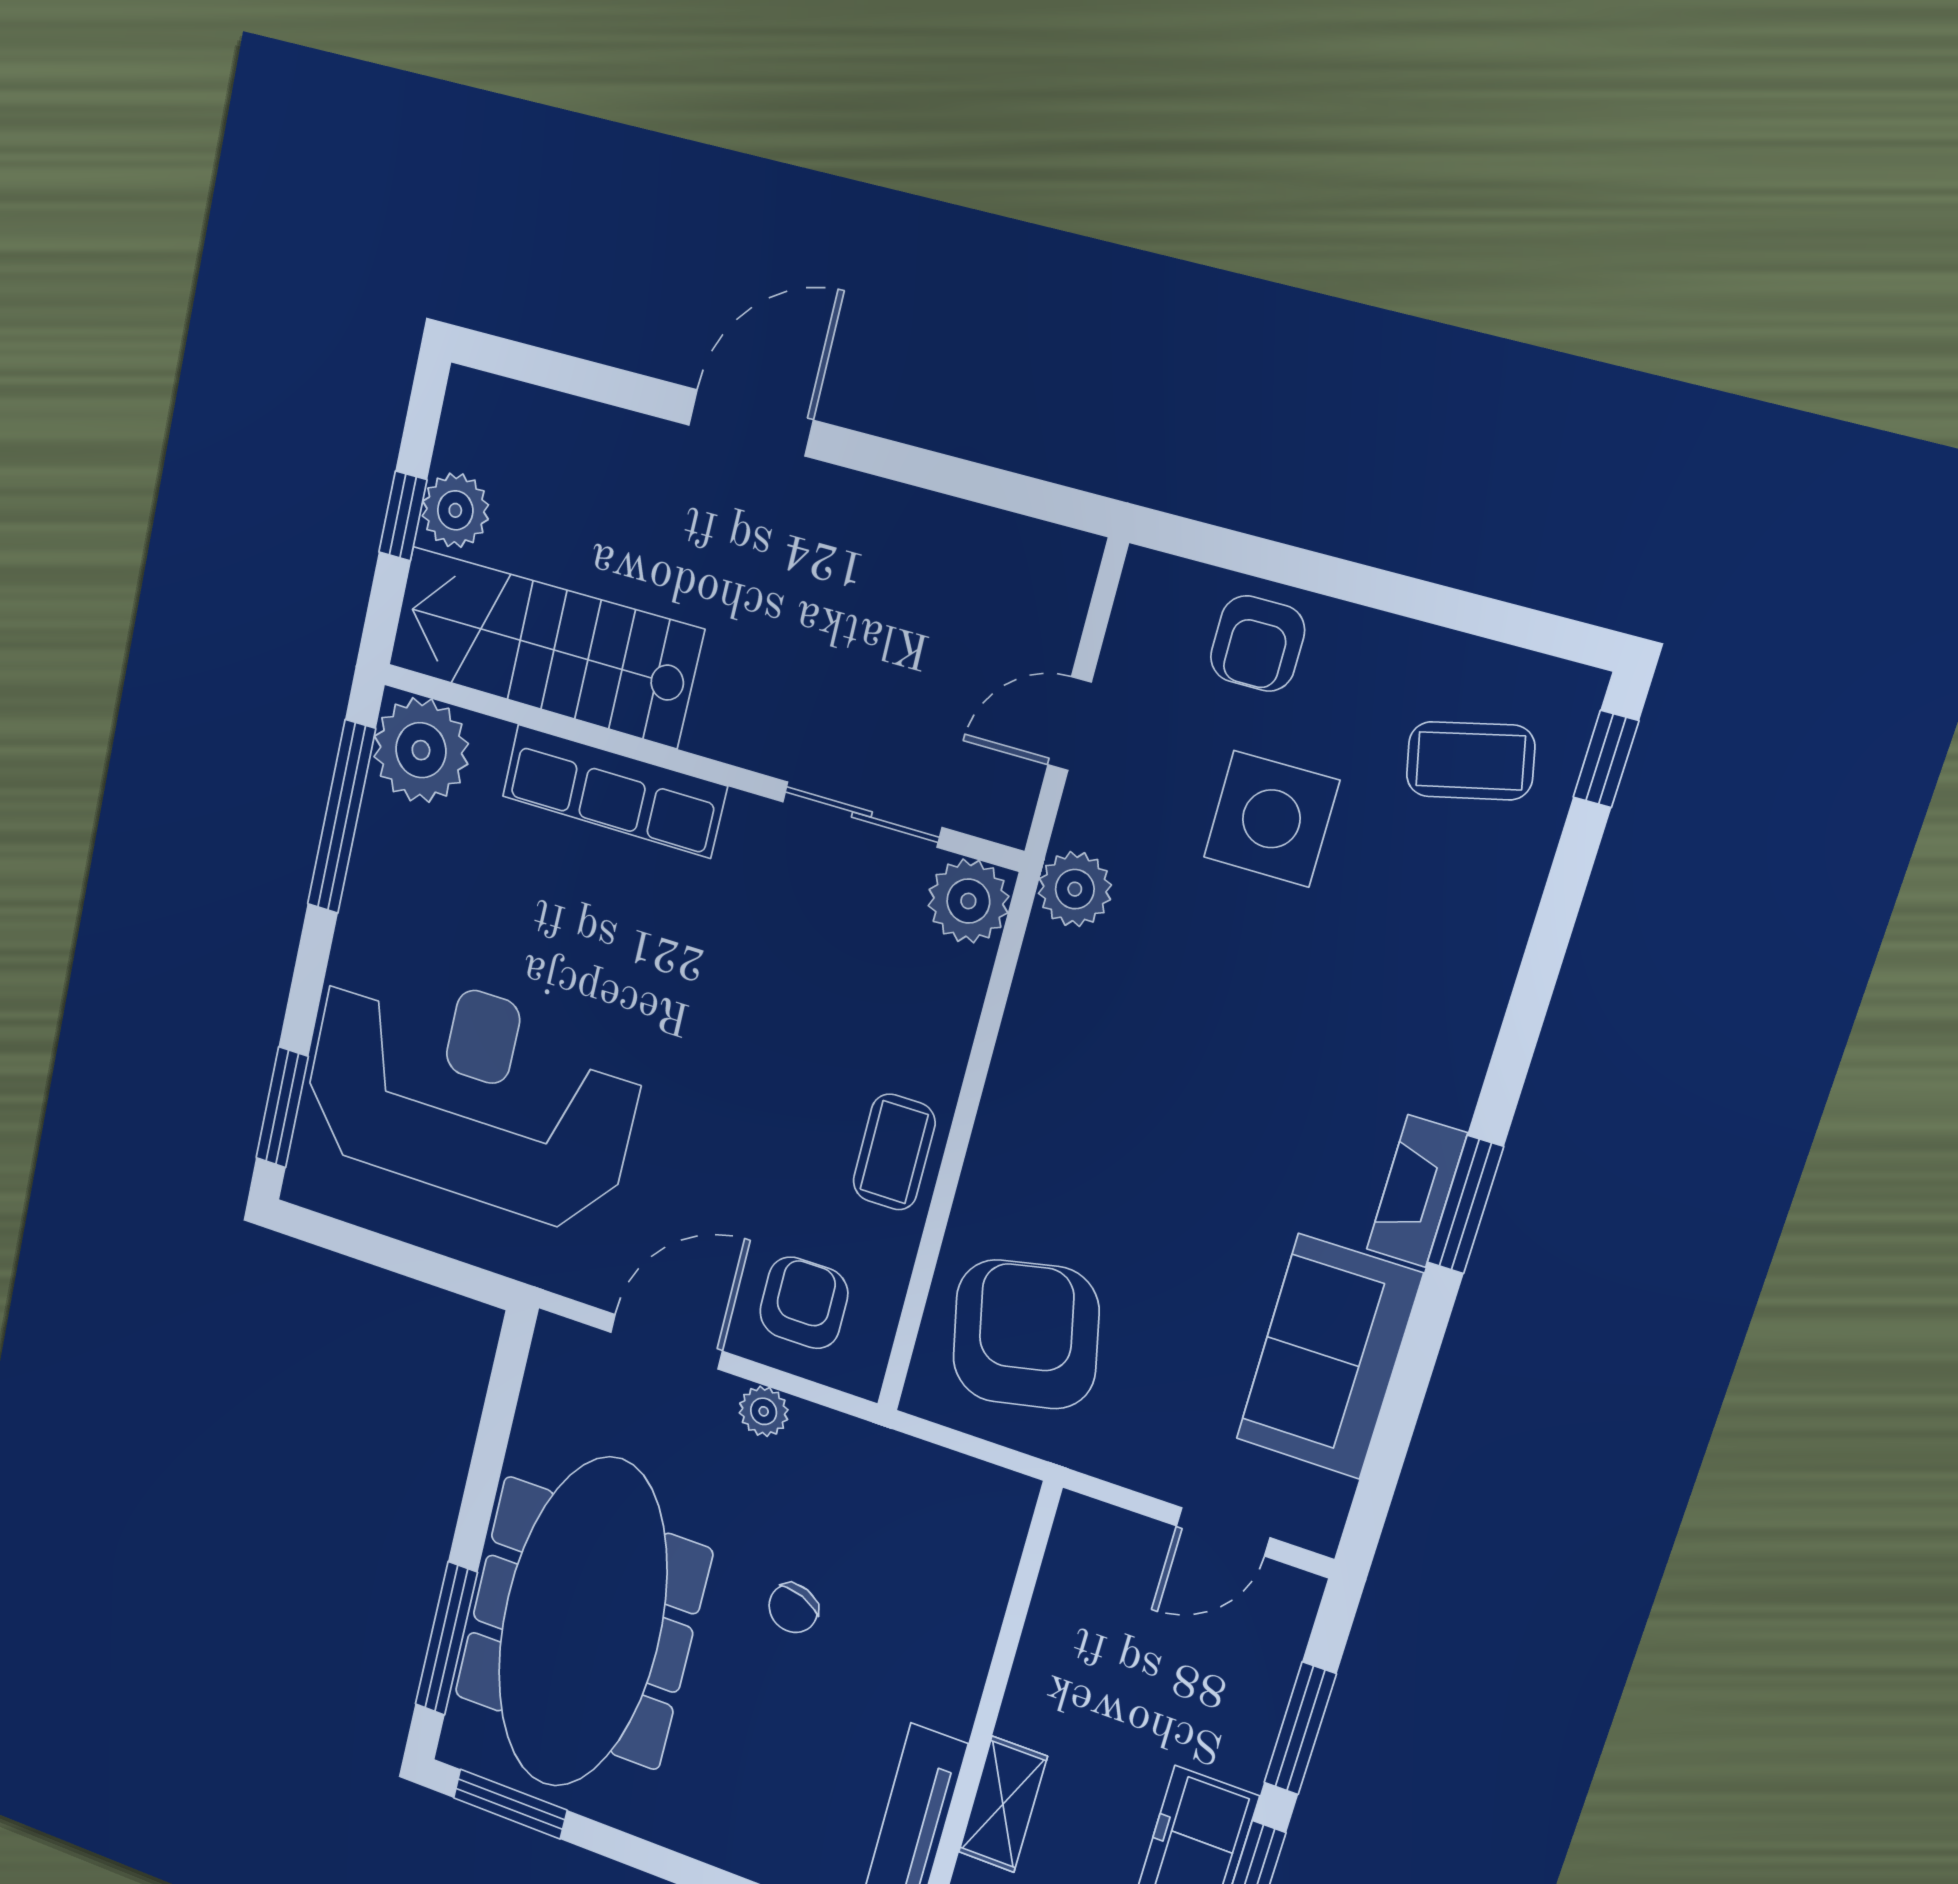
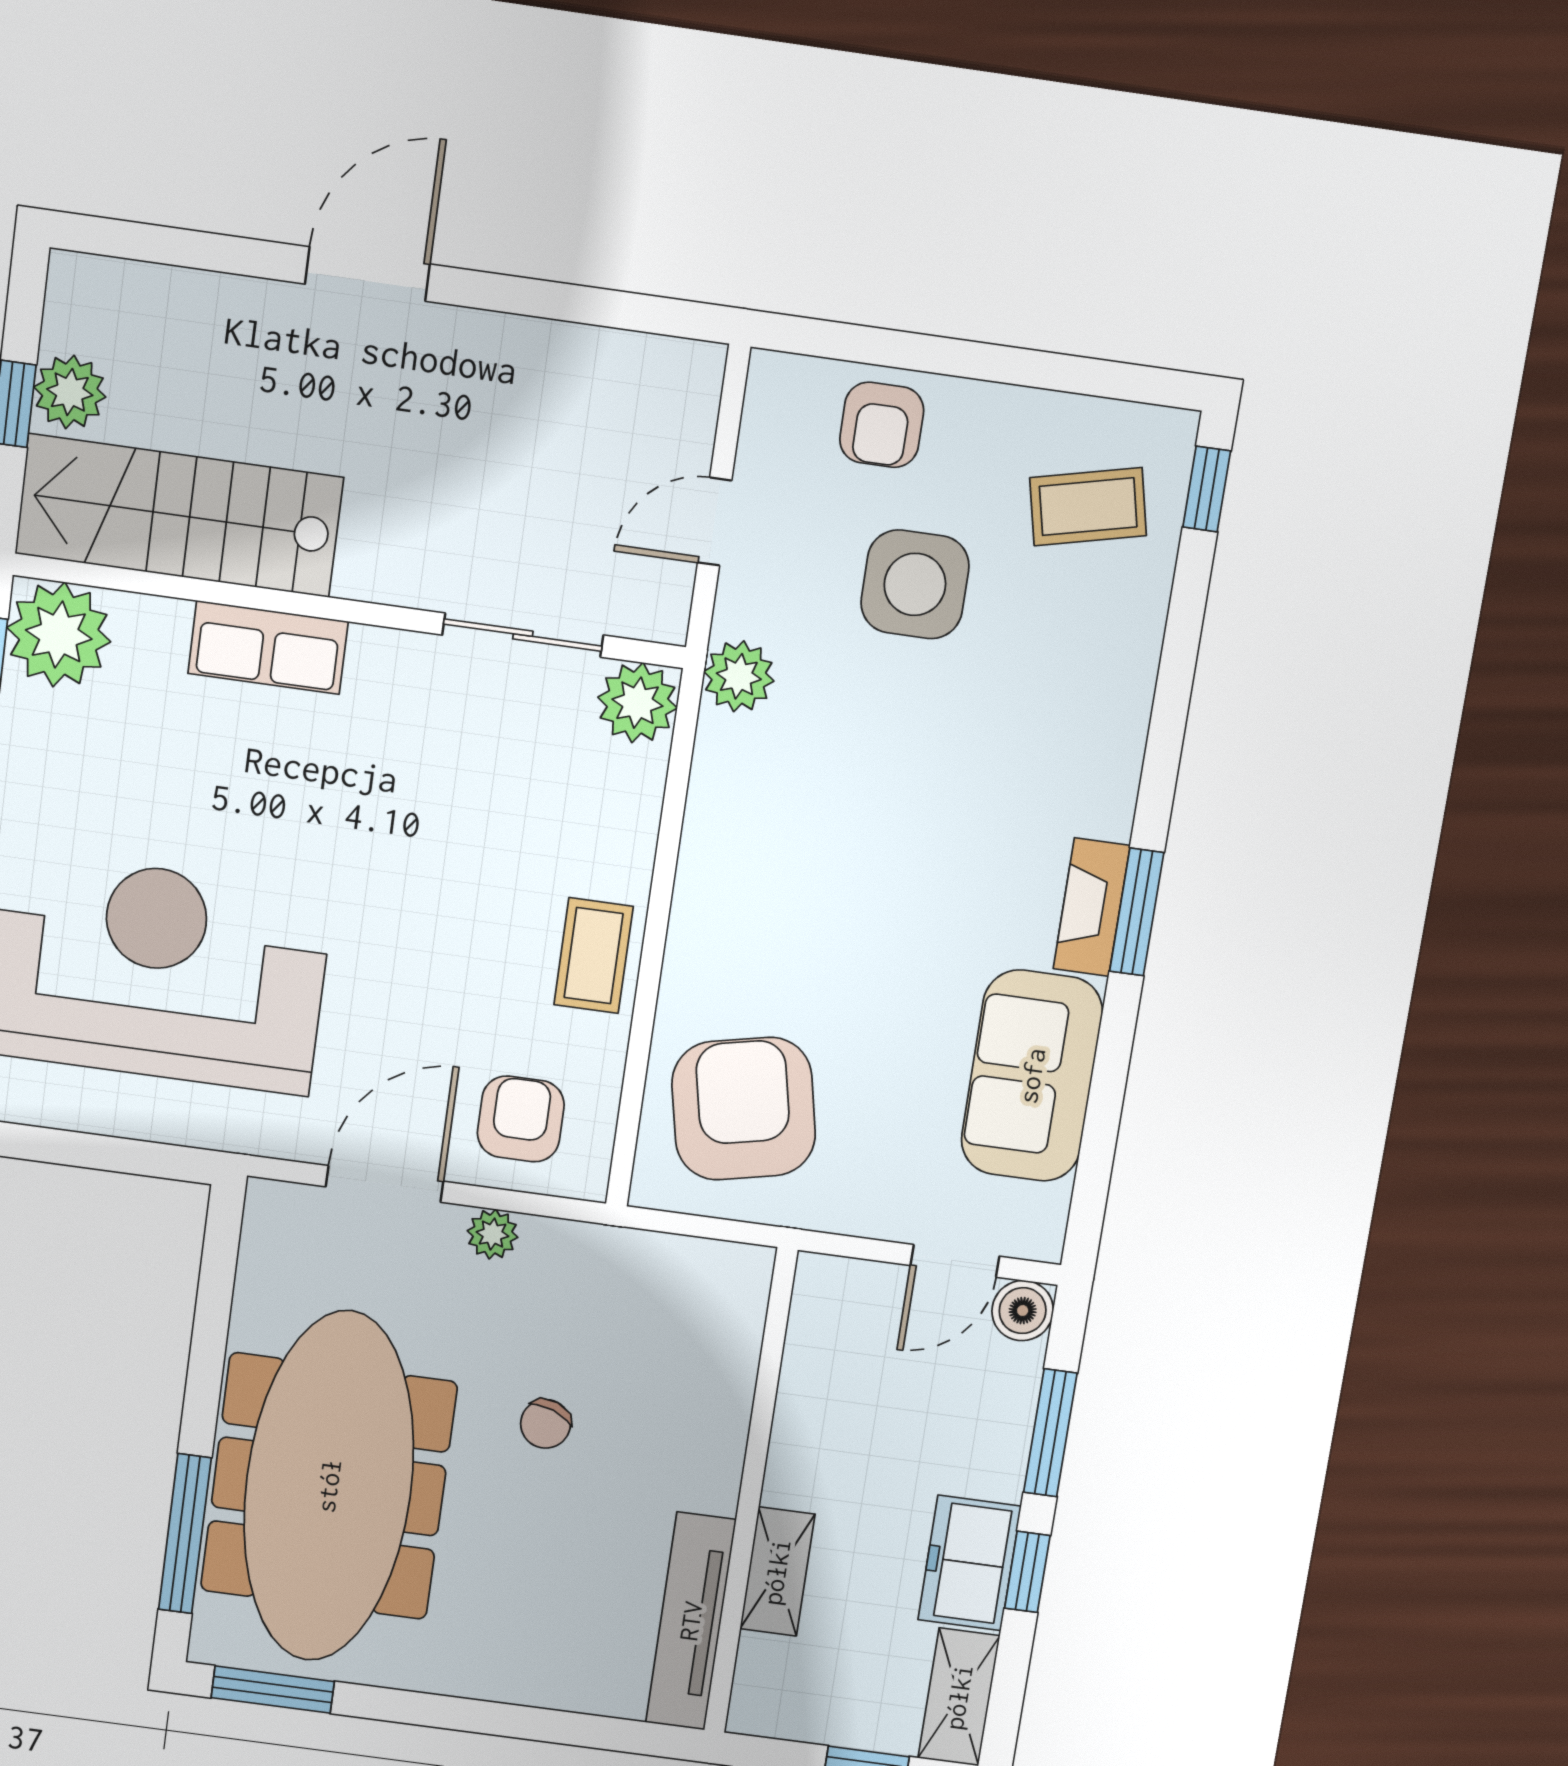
row of seats: (614, 791) -> (268, 647), width x0.68
boiler: (1287, 1597) -> (1023, 1311), added

